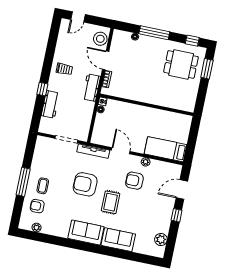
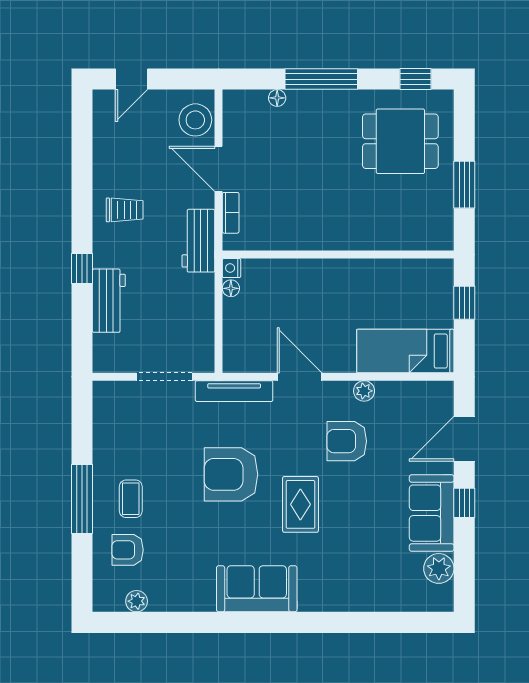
window: (207, 69) -> (464, 185), moved
window: (193, 135) -> (464, 303), added
sofa: (118, 240) -> (432, 513), moved, turned -90

